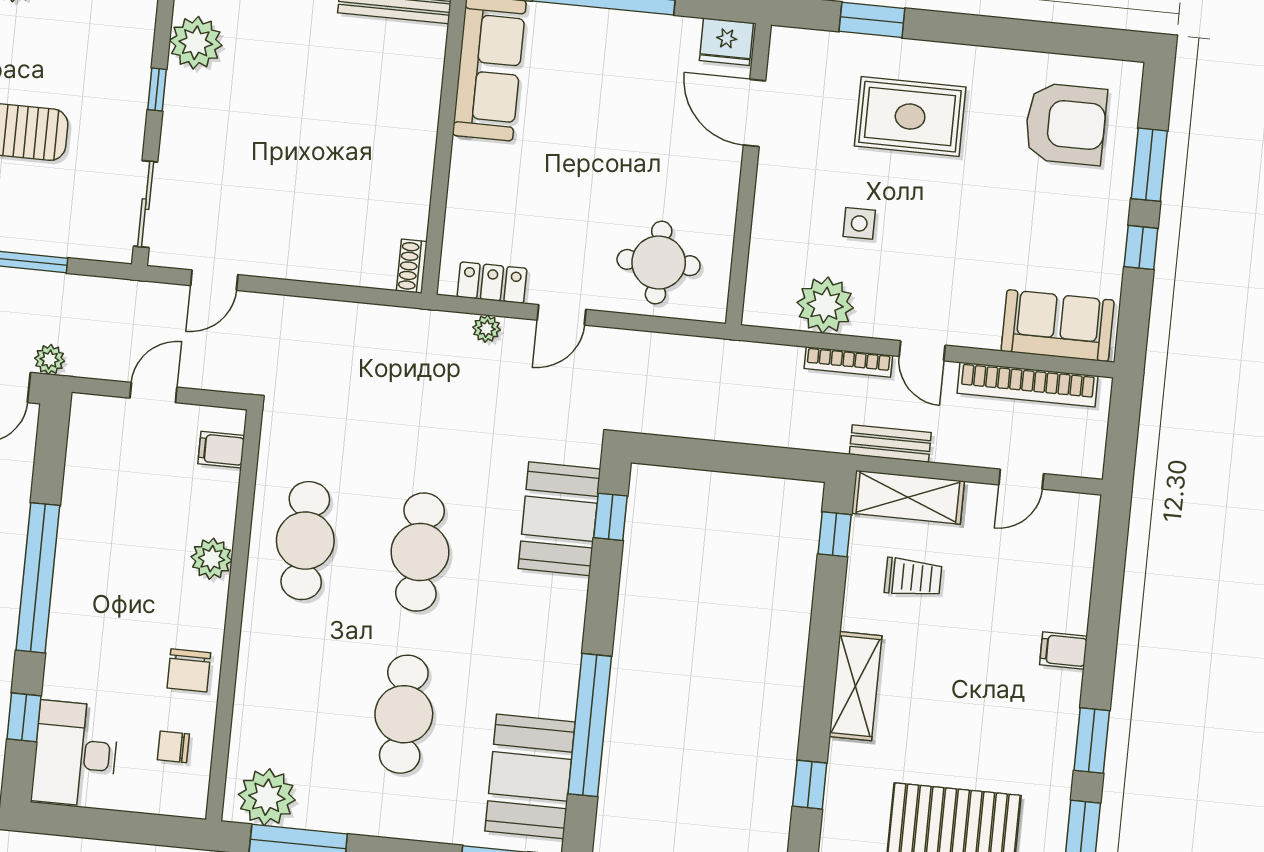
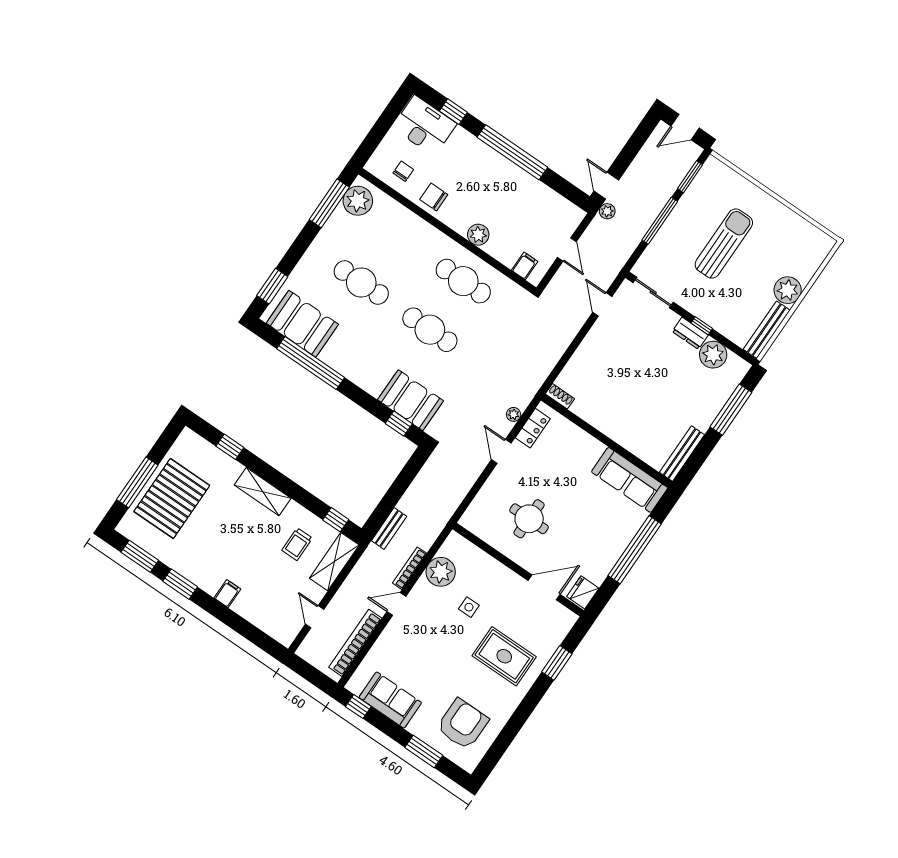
dresser: (181, 102) -> (690, 333), added
rug: (910, 117) -> (504, 656), turned 90
armchair: (1066, 124) -> (463, 724), turned 180
window: (1141, 248) -> (358, 707), moved
round table: (659, 263) -> (529, 519), moved
sofa: (1058, 326) -> (390, 700), moved, turned -90
bench: (890, 444) -> (389, 529), moved

